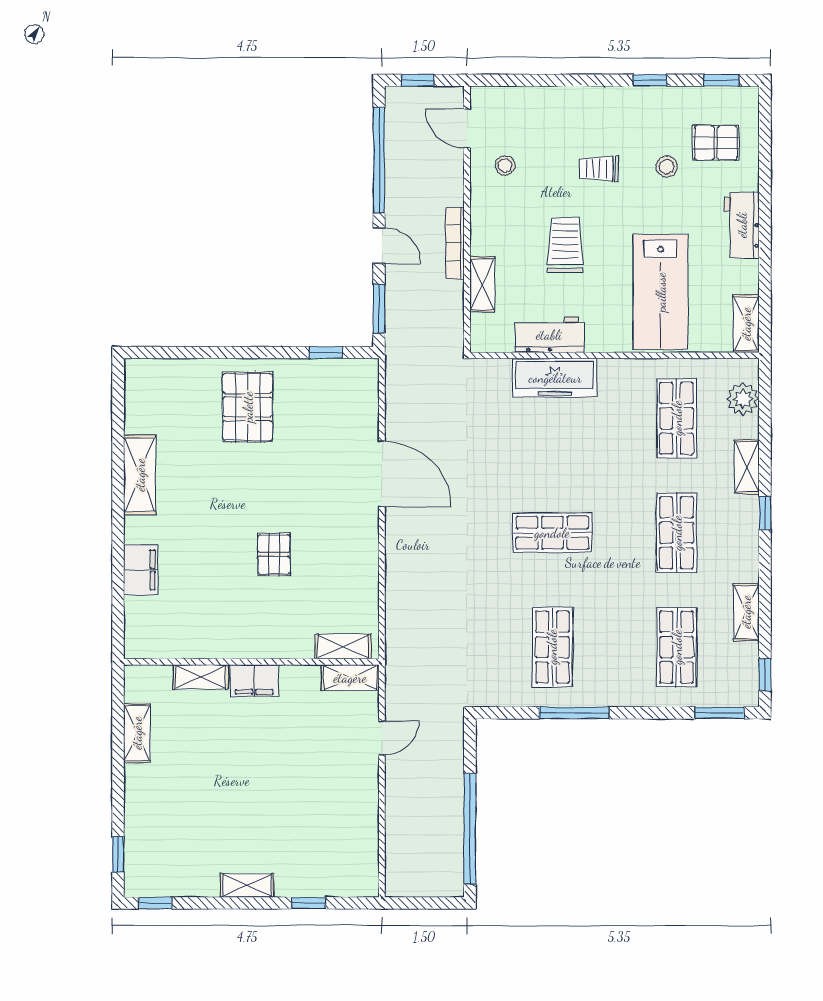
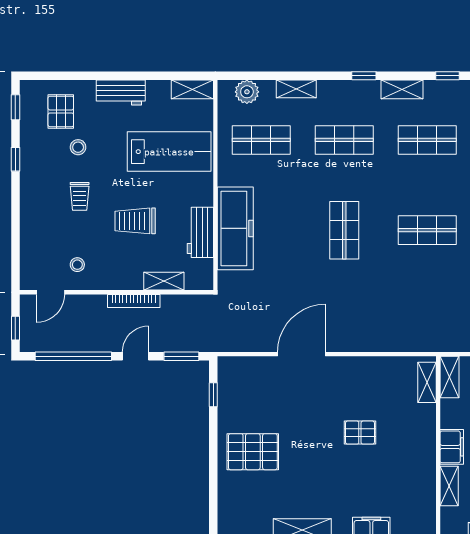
freezer: (555, 378) -> (235, 228), width x1.36, depth x1.26
window: (765, 513) -> (364, 76), moved

